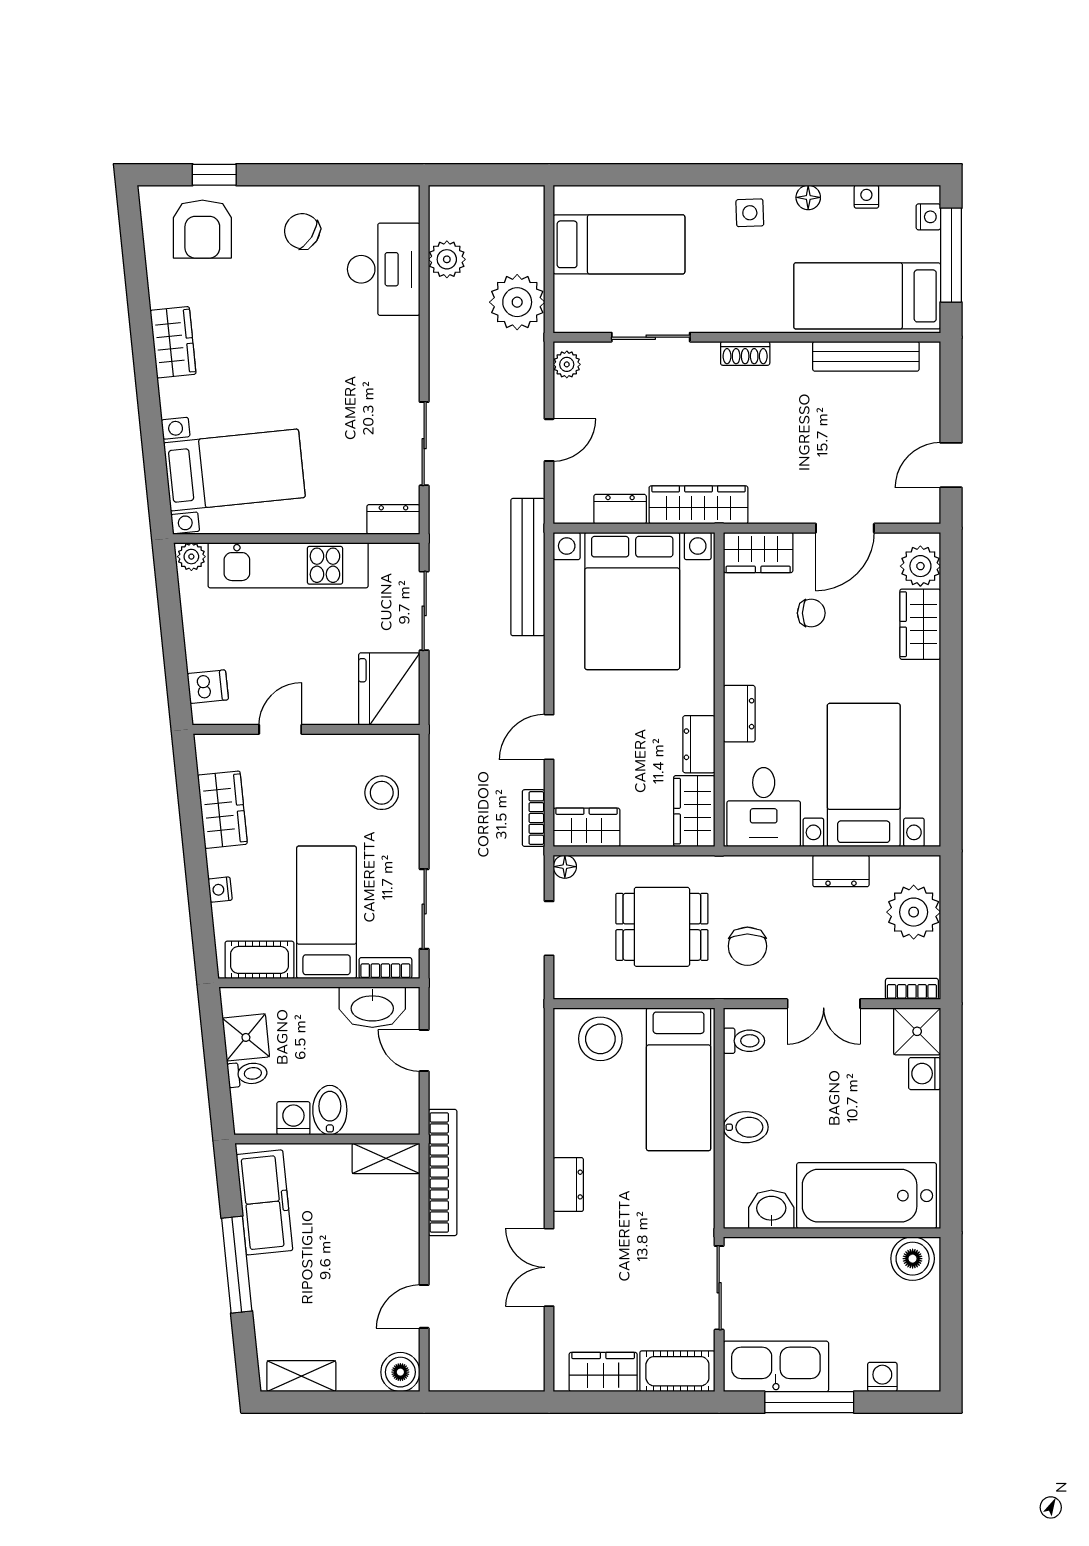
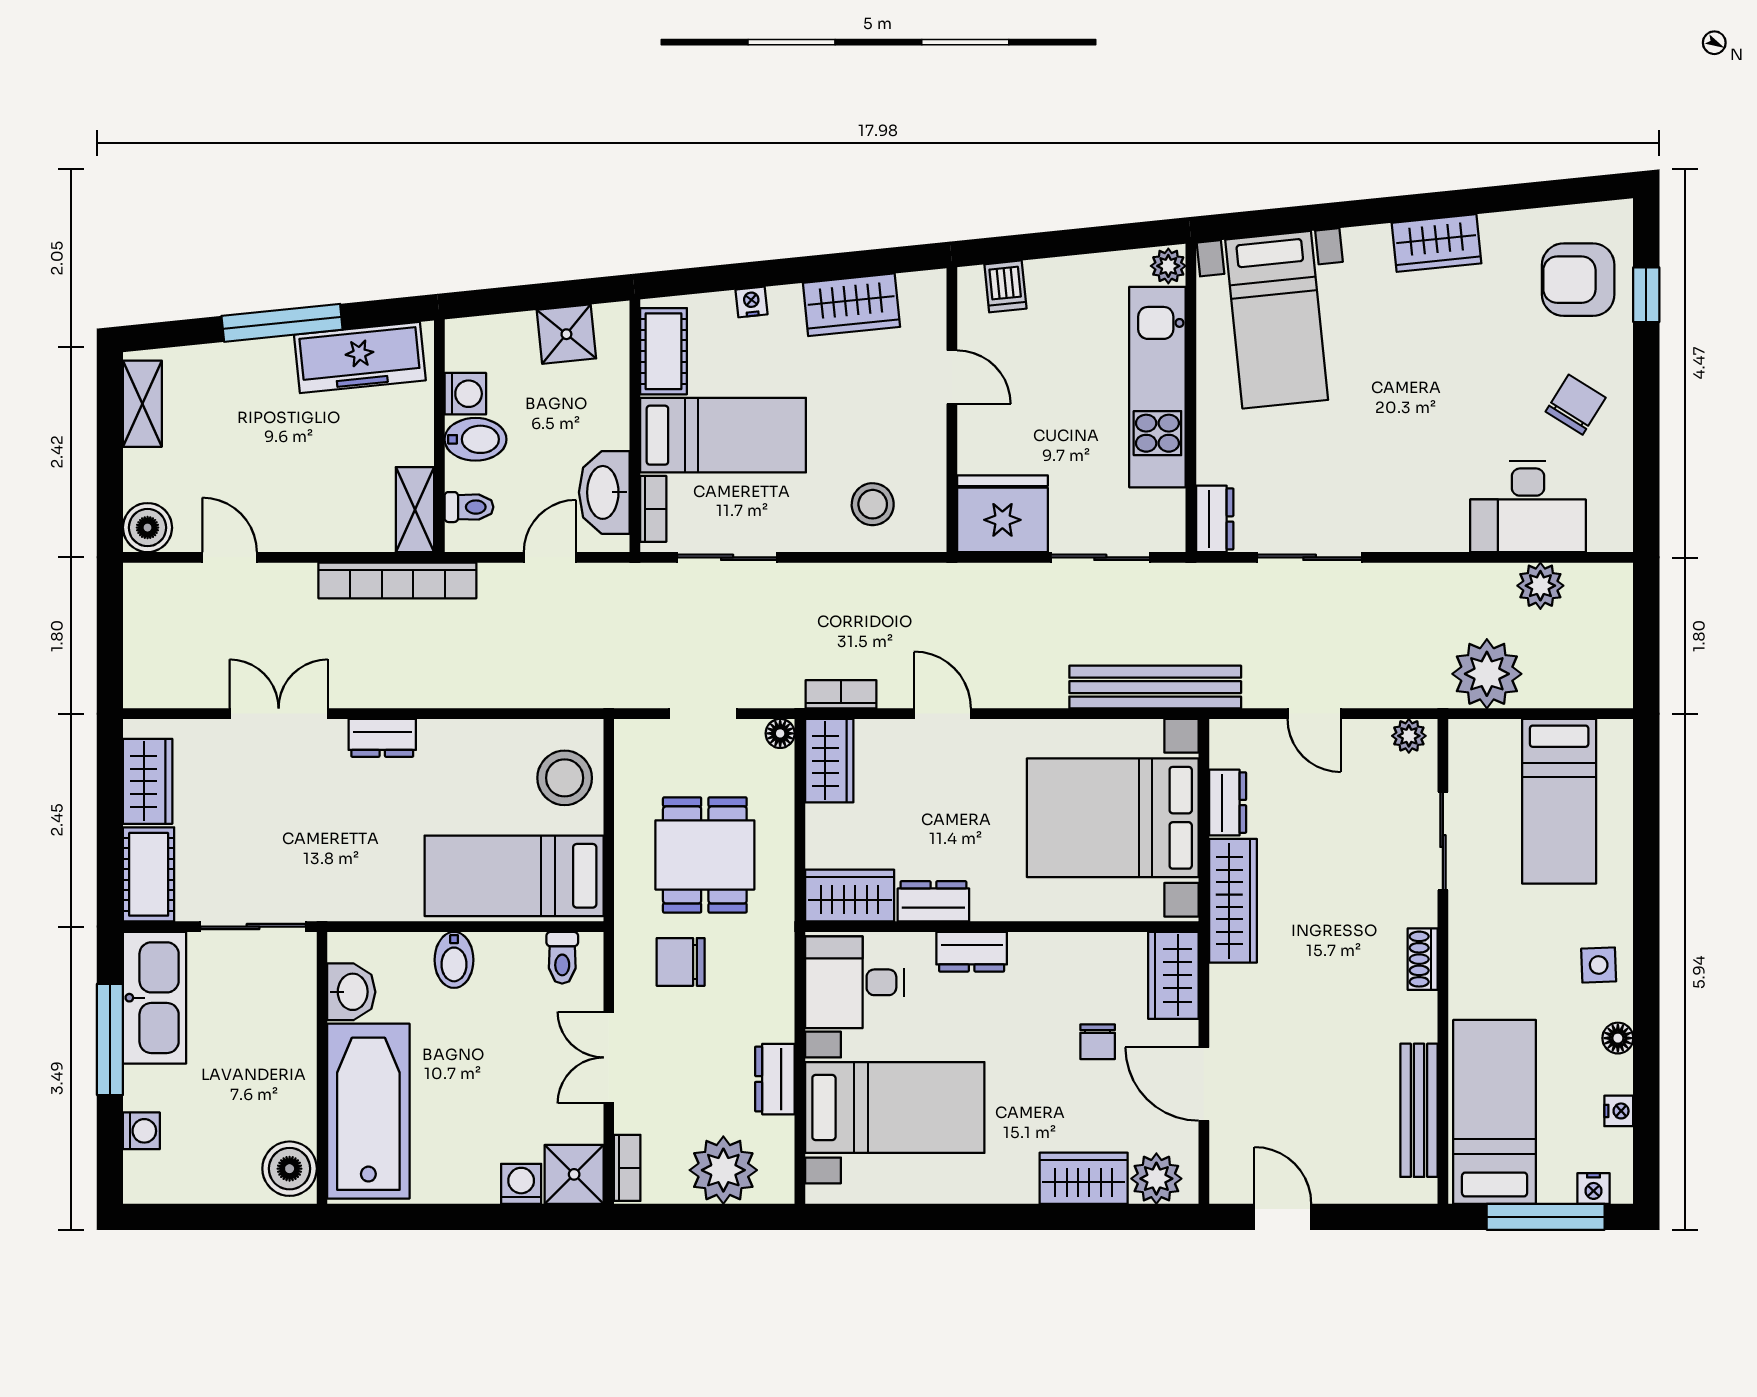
toilet: (247, 1074) -> (469, 507), moved, turned -84

